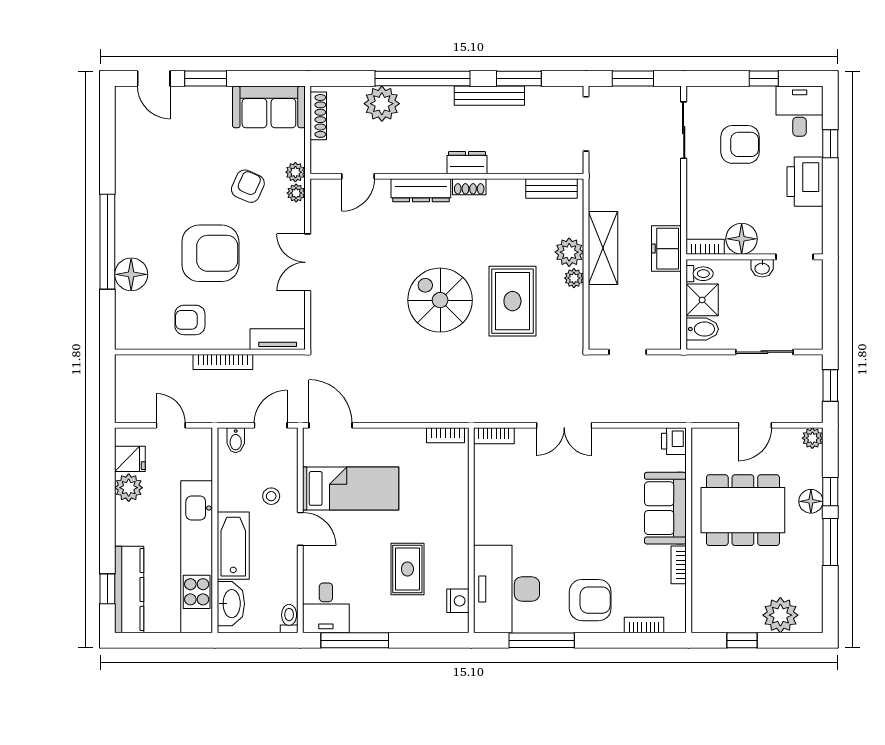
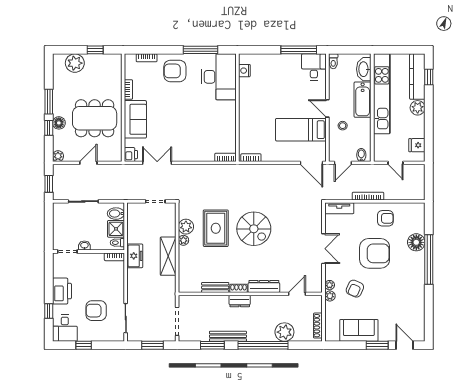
sofa: (269, 107) -> (359, 330), moved
bench: (551, 188) -> (215, 287), moved
floor lamp: (742, 239) -> (95, 261), removed
plant: (569, 252) -> (186, 227), moved
armchair: (210, 253) -> (375, 253), turned 180
double door: (564, 425) -> (157, 163), moved
plant: (129, 488) -> (418, 108), moved
rug: (407, 569) -> (271, 87), removed

